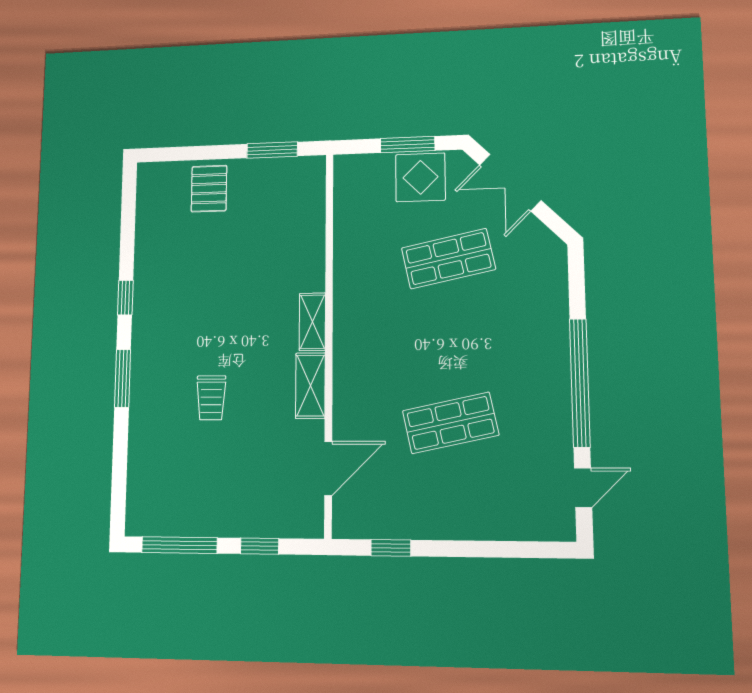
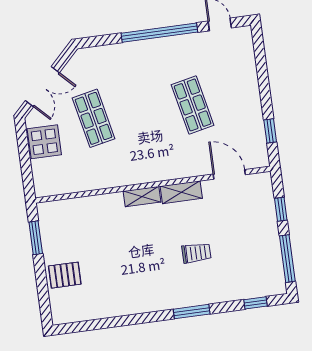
window: (408, 145) -> (24, 152), removed
window: (125, 298) -> (255, 303), moved

